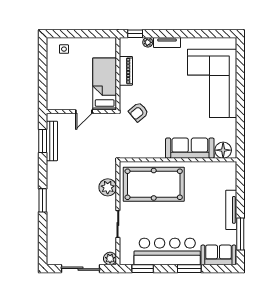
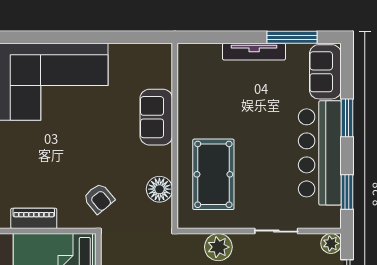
sofa: (190, 148) -> (156, 117), width x0.73
floor lamp: (223, 150) -> (159, 189), moved
pool table: (154, 184) -> (213, 174), width x0.73, depth x0.76

